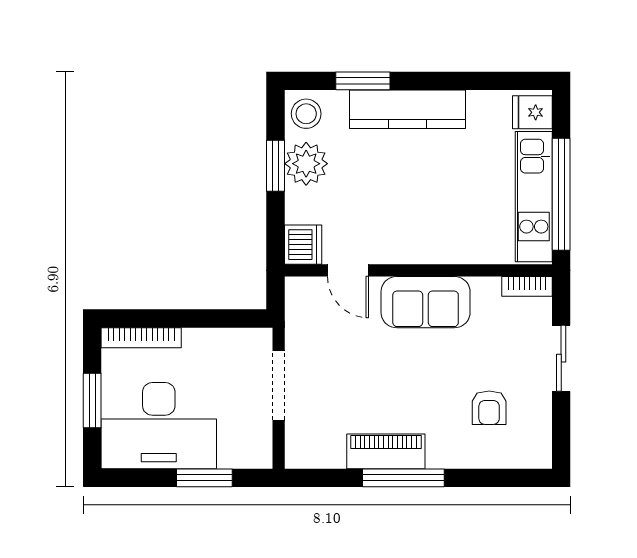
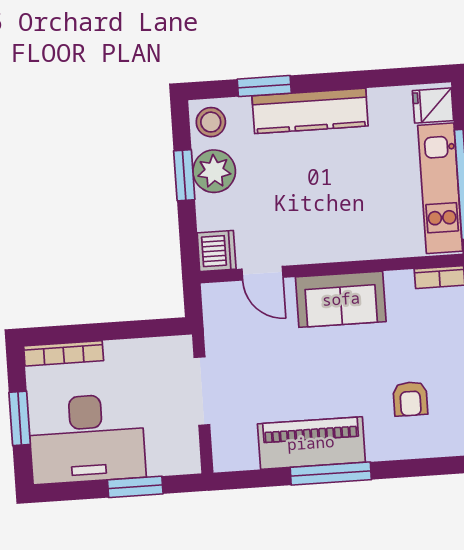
piano: (386, 451) -> (311, 443), width x1.37, depth x1.33

